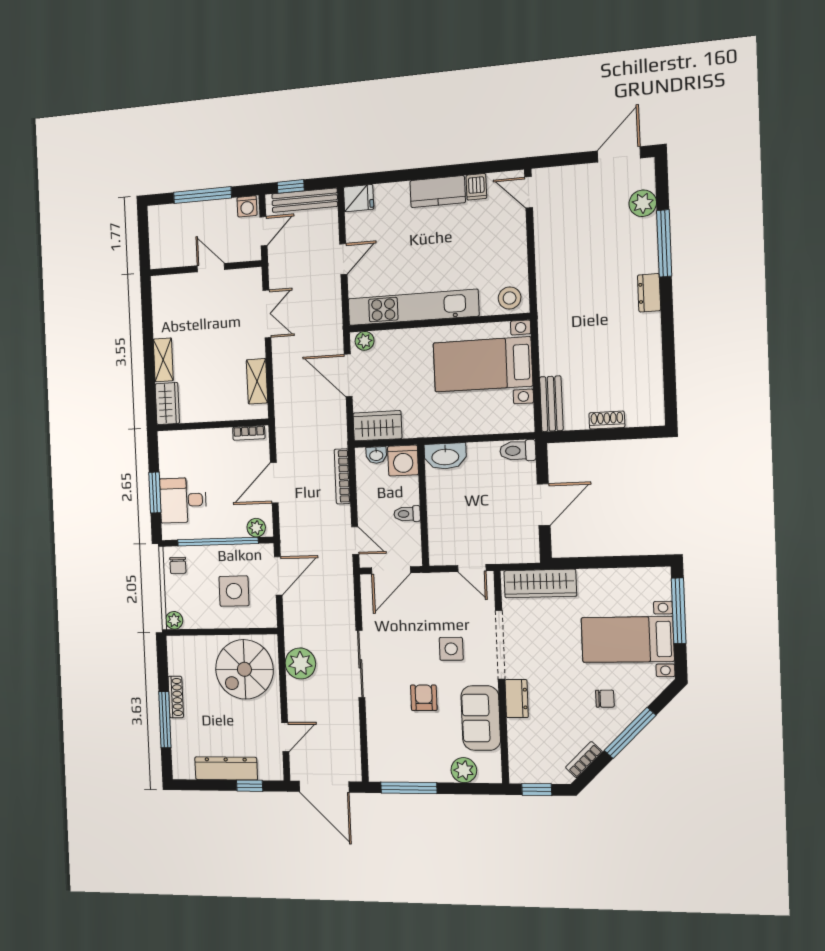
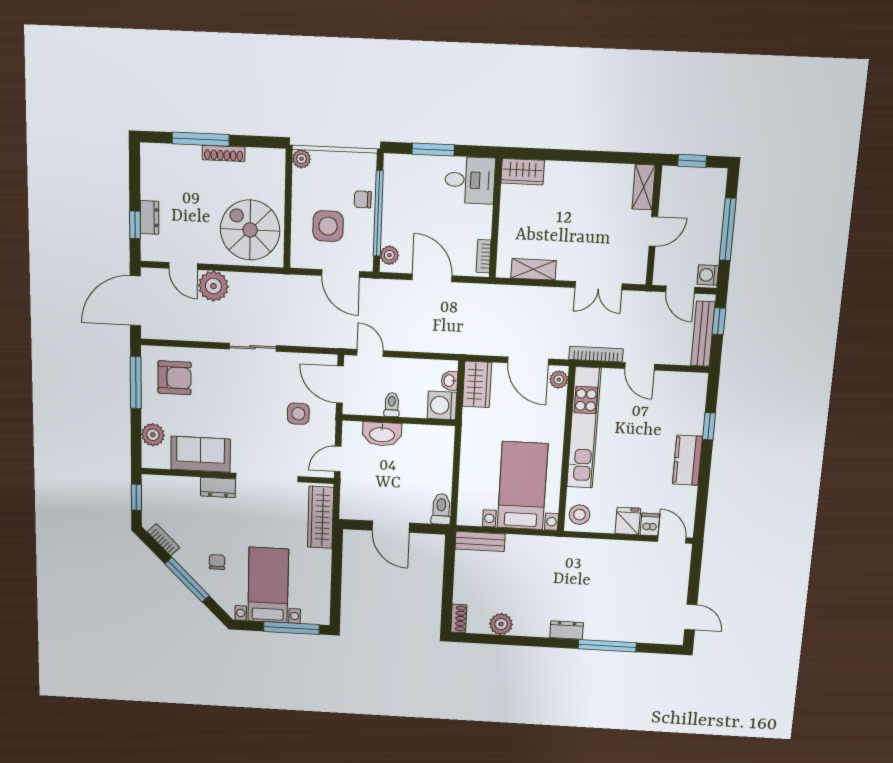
door: (619, 154) -> (691, 617), width x0.73
window: (399, 176) -> (709, 426), added
dishwasher: (476, 187) -> (650, 524), moved, turned 90
door: (529, 192) -> (672, 540), hinge flipped
fridge: (359, 198) -> (628, 521), moved, turned 180
plant: (643, 203) -> (501, 624), moved
window: (144, 241) -> (692, 161), added
shelving: (163, 360) -> (644, 187), moved, turned 90
door: (348, 375) -> (528, 361), swing flipped
shoe rack: (607, 420) -> (459, 618), moved
washbasin: (445, 456) -> (382, 434), moved, turned -90
bookcase: (342, 476) -> (596, 354), moved
desk: (183, 500) -> (470, 180), moved, turned 90
door: (355, 540) -> (370, 353), swing flipped
chair: (178, 565) -> (363, 199), moved
side table: (451, 649) -> (298, 414), moved
plant: (300, 663) -> (213, 286), moved
sliding door: (360, 664) -> (253, 347), width x0.73
armchair: (424, 698) -> (174, 378), moved, width x1.38, depth x1.38
chair: (605, 699) -> (217, 562), turned 180
dresser: (226, 768) -> (149, 217), width x0.51, depth x0.80

